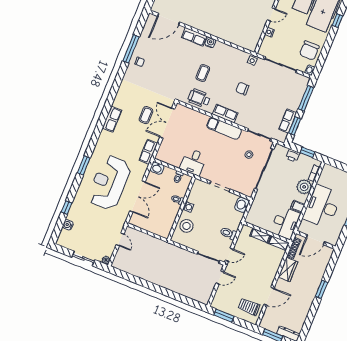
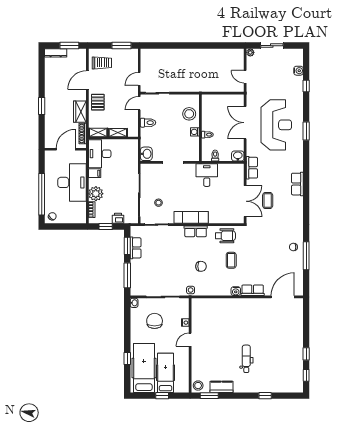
chair: (309, 50) -> (155, 321), moved
chair: (242, 89) -> (201, 266), moved
pallet: (268, 272) -> (98, 102), added

